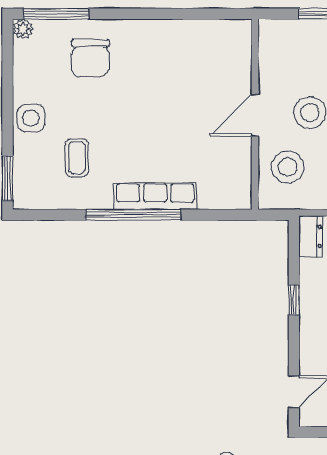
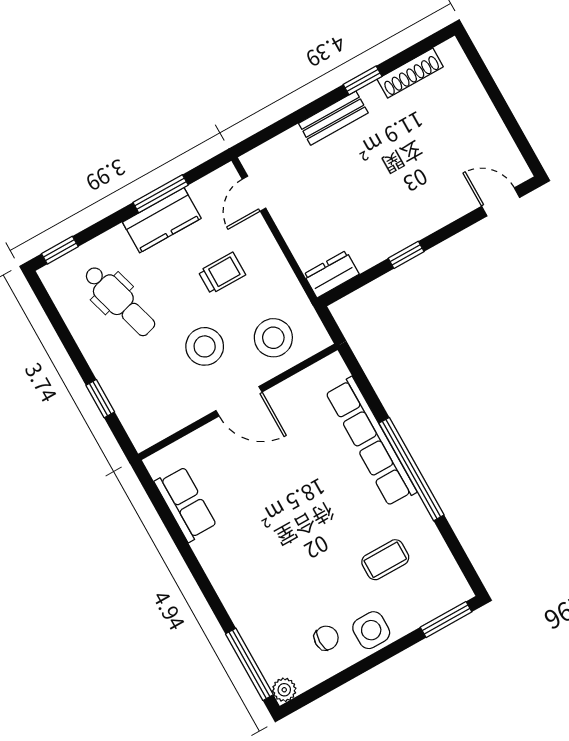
row of seats: (201, 33) -> (186, 504), added
chair: (90, 58) -> (326, 638), moved, width x0.54, depth x0.54
row of seats: (155, 196) -> (371, 442), width x1.36

